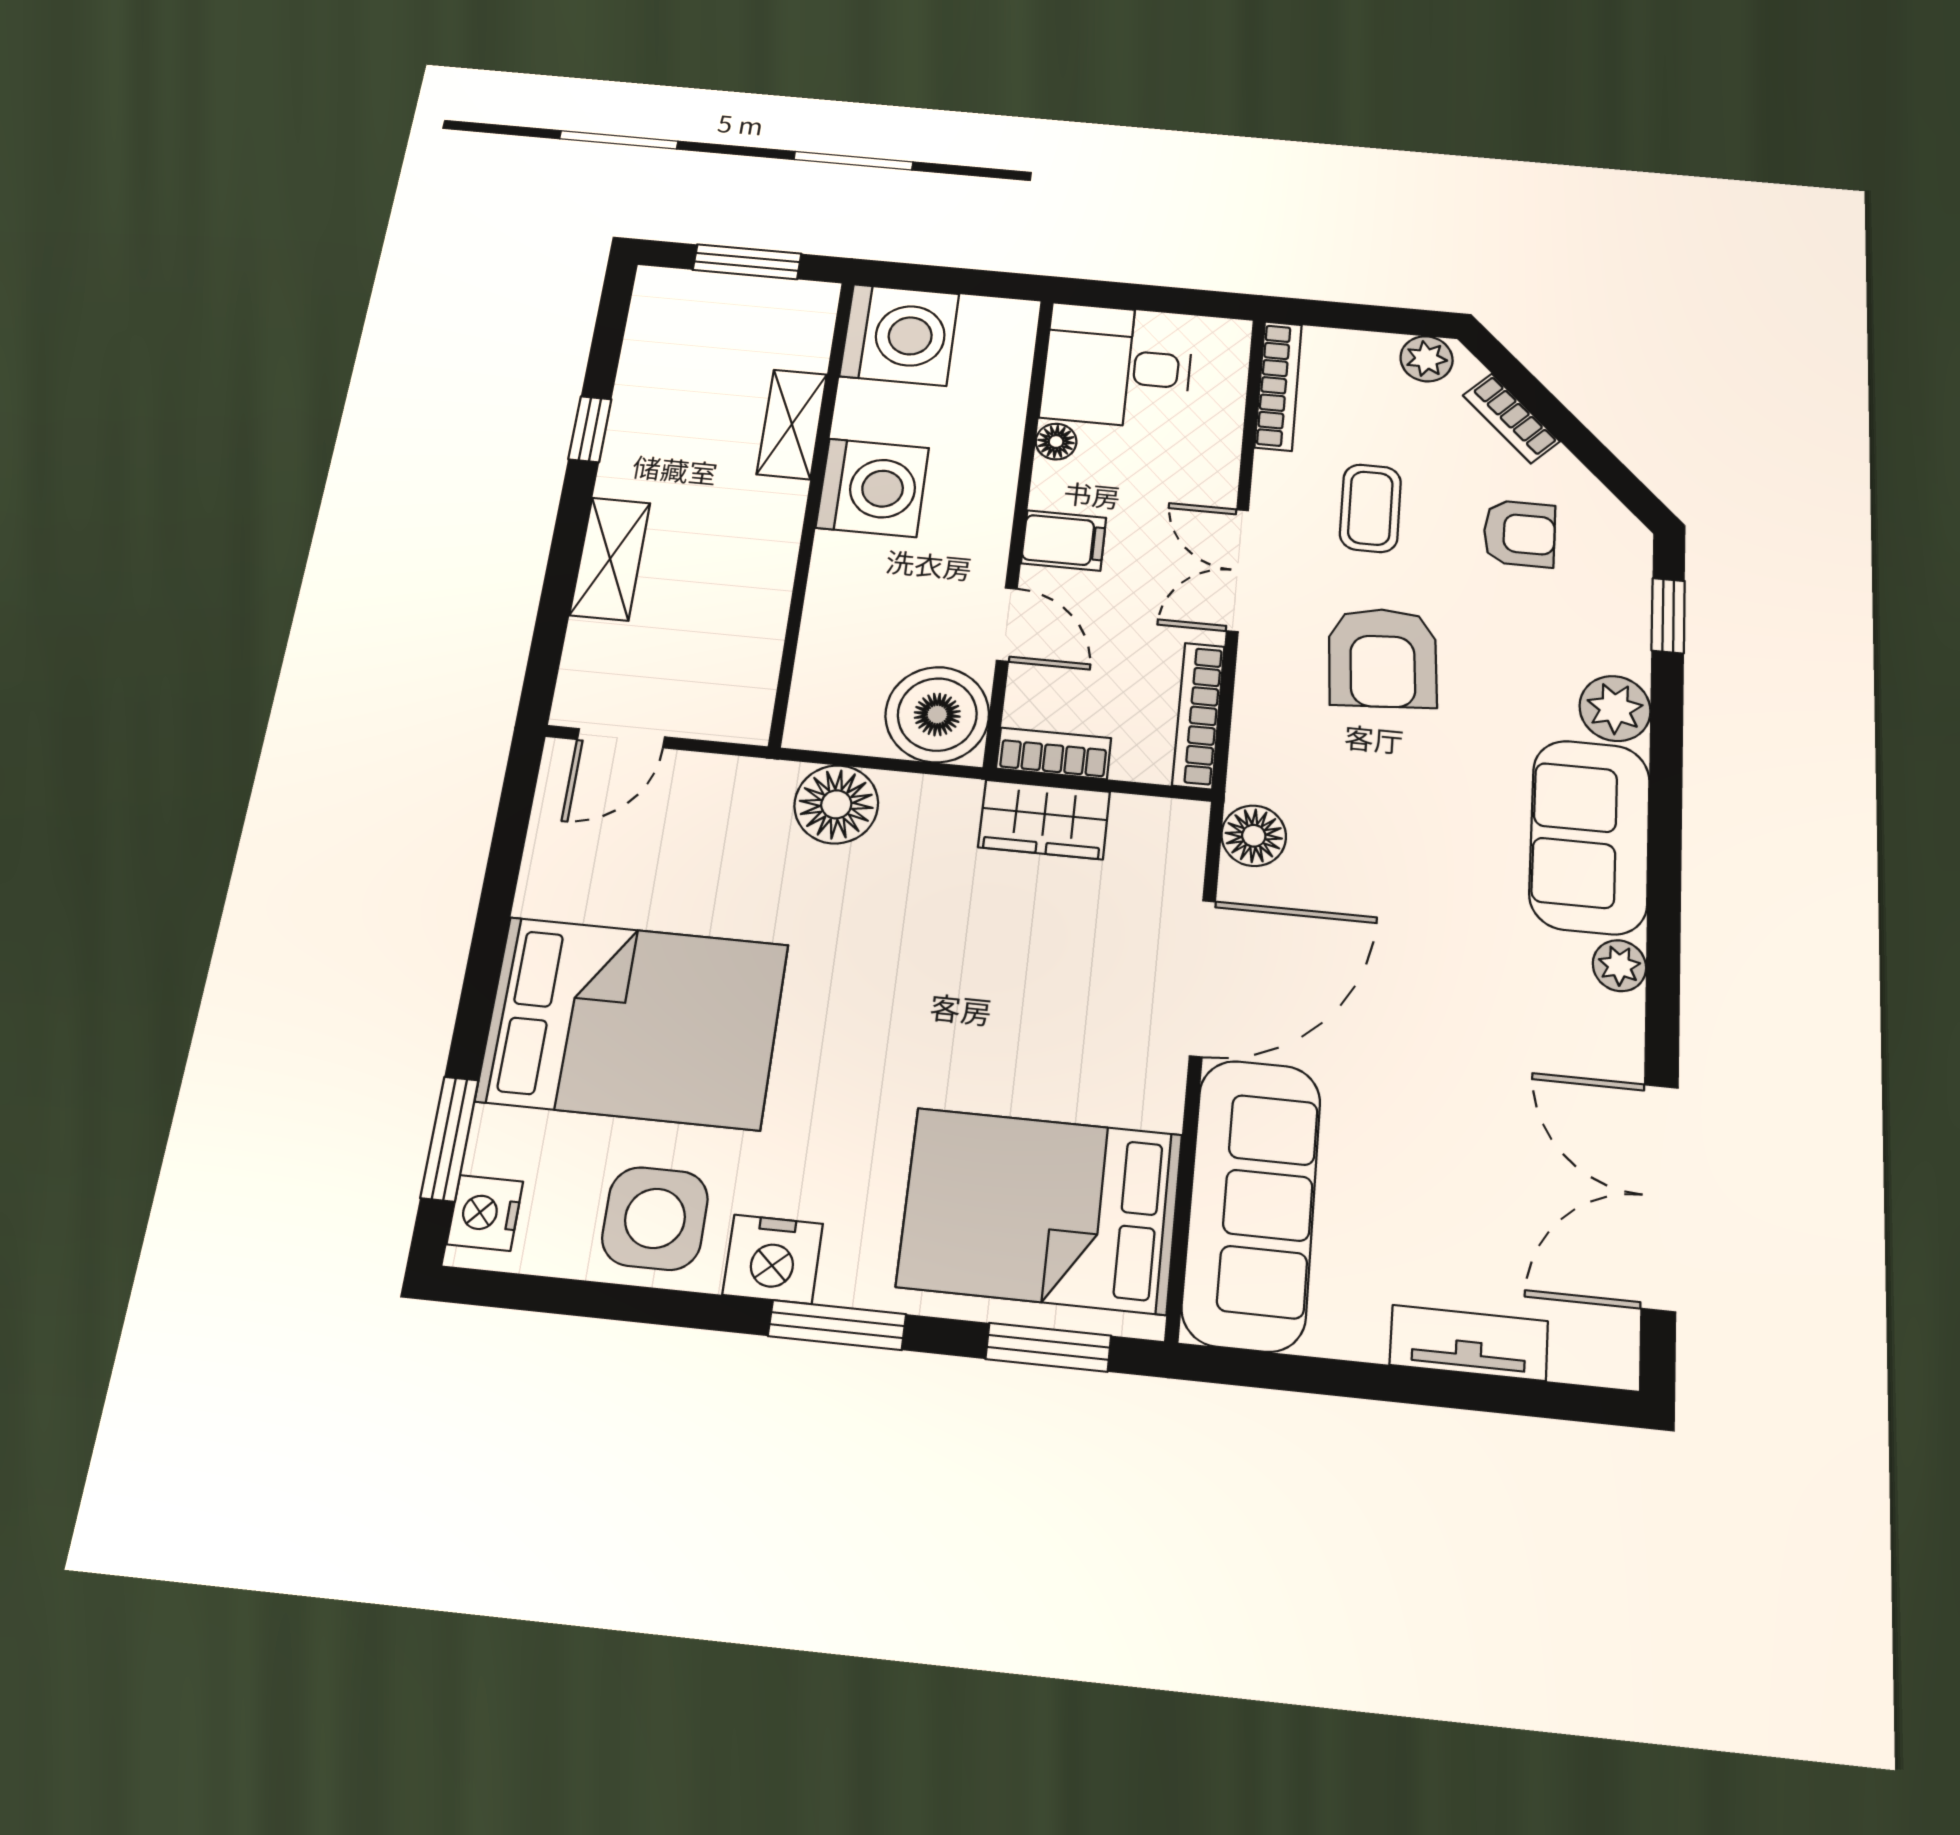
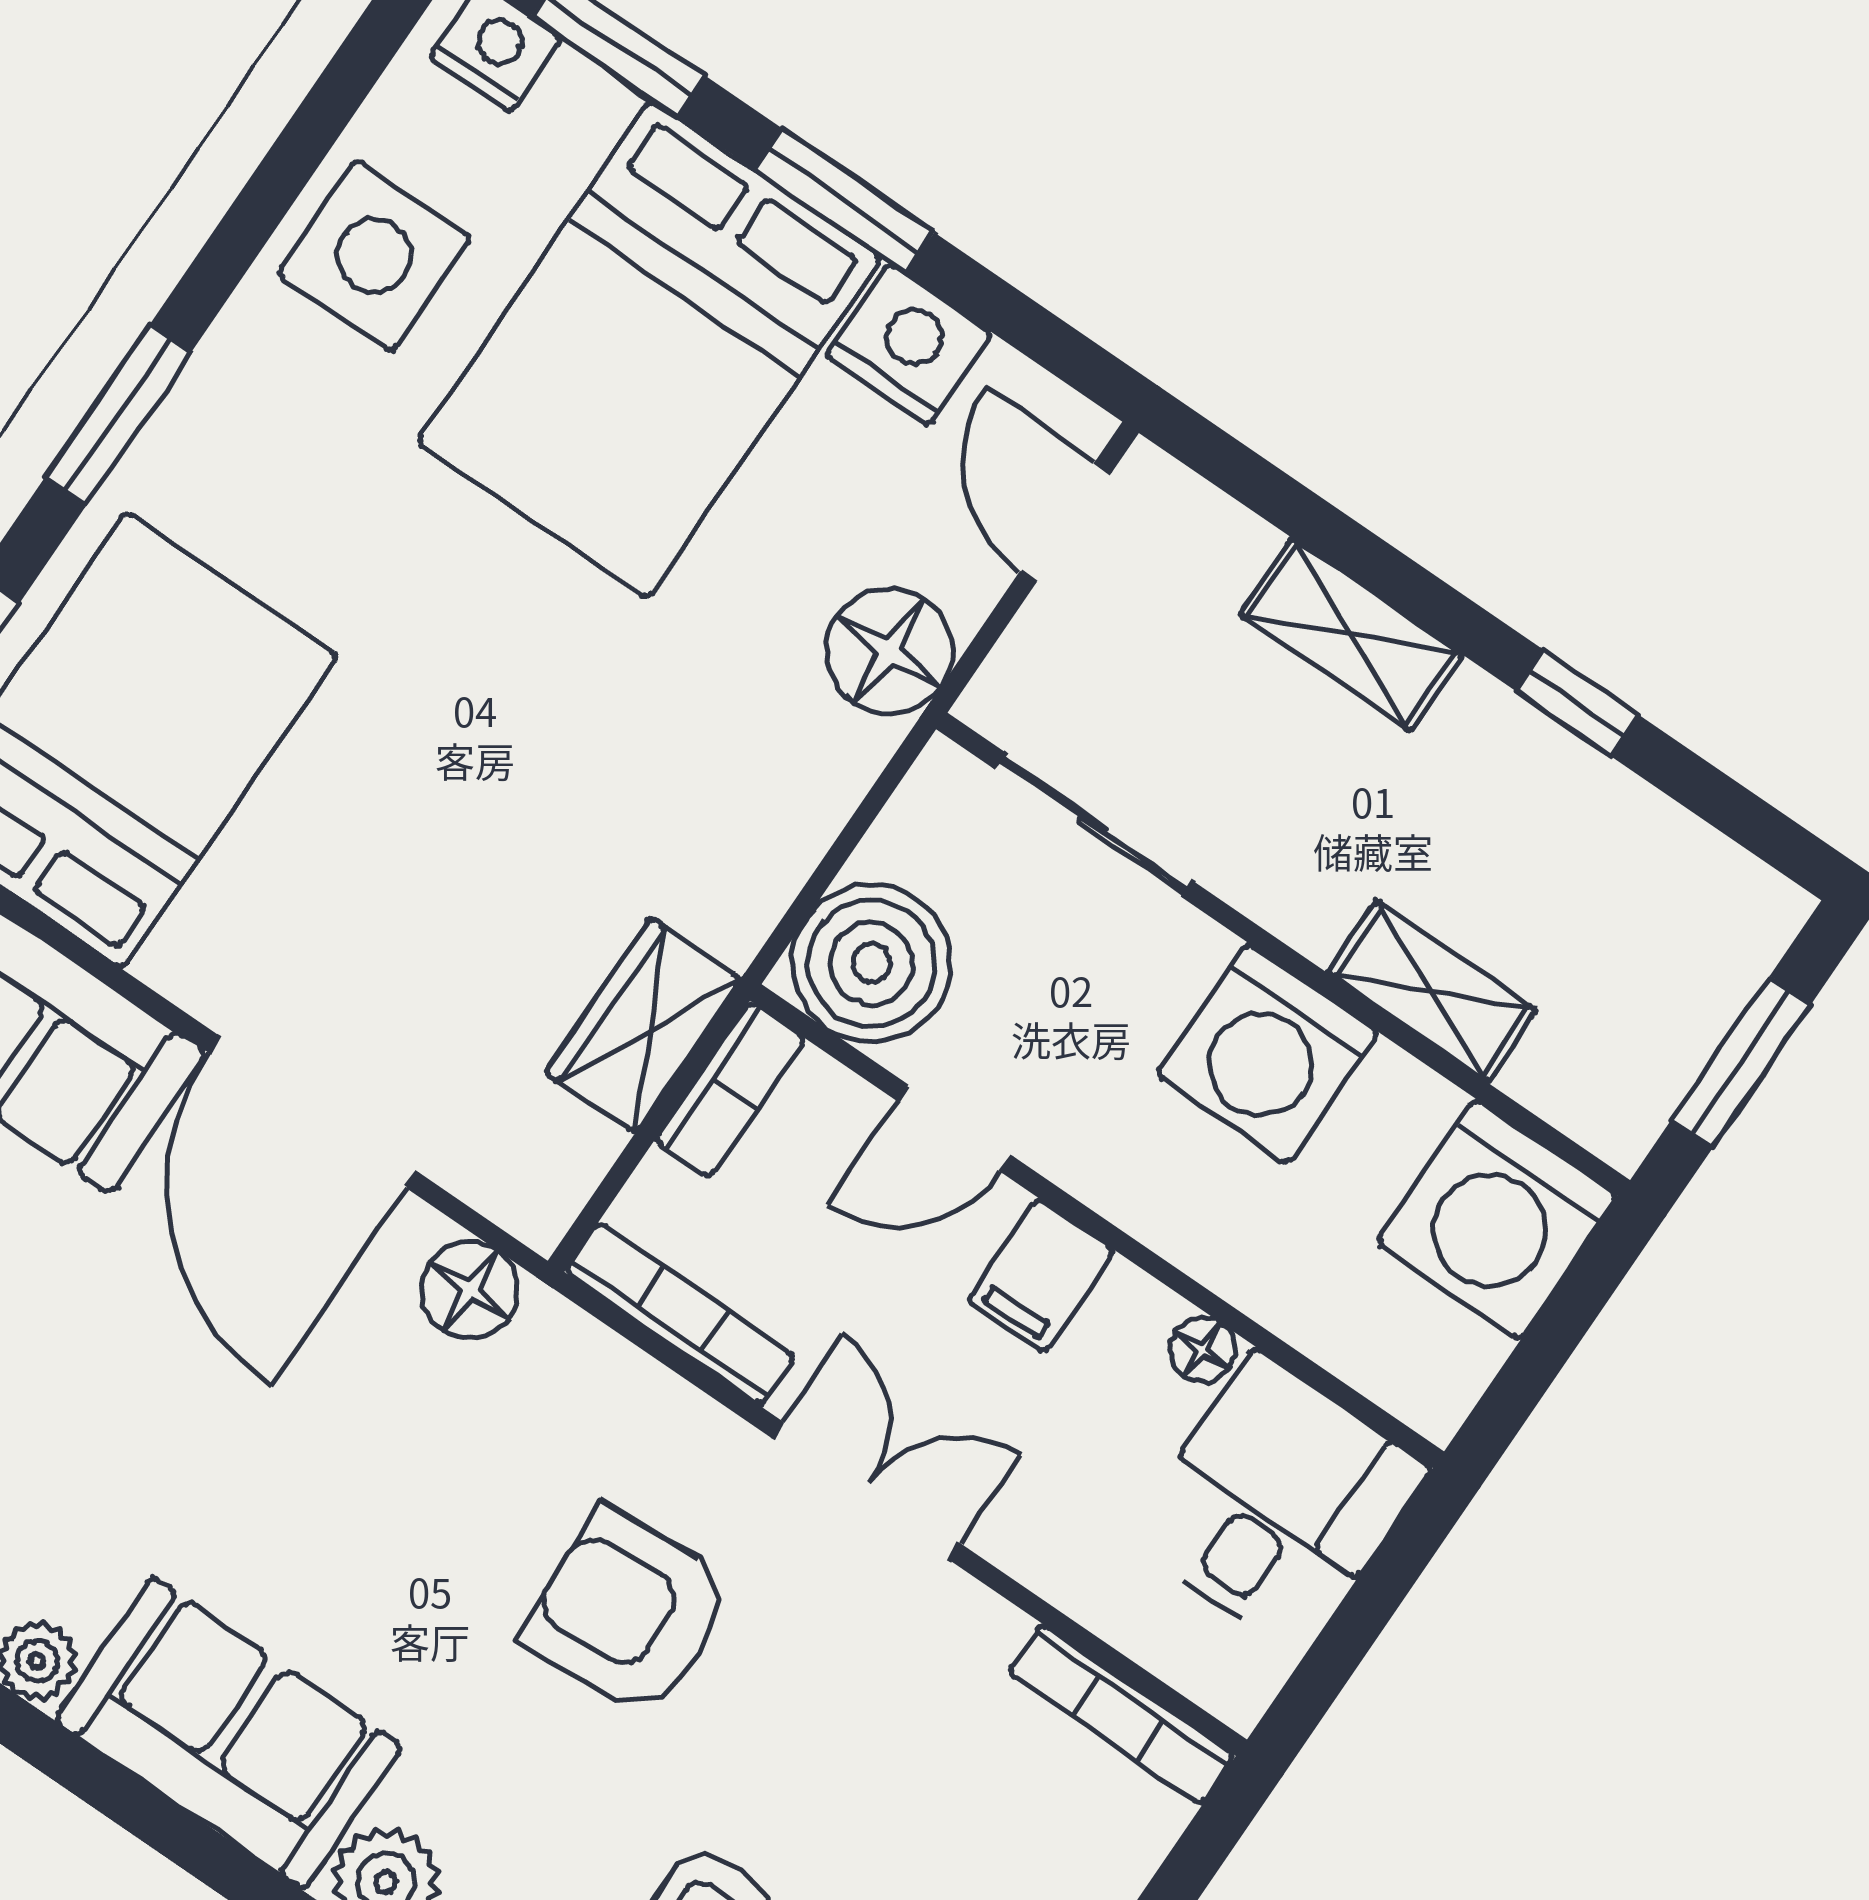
coffee table: (1370, 508) -> (860, 1730), removed
sliding door: (792, 638) -> (1093, 824), added
floor lamp: (836, 804) -> (889, 651), moved
window: (486, 957) -> (844, 201), added
nightstand: (773, 1259) -> (909, 344), moved, turned 90

